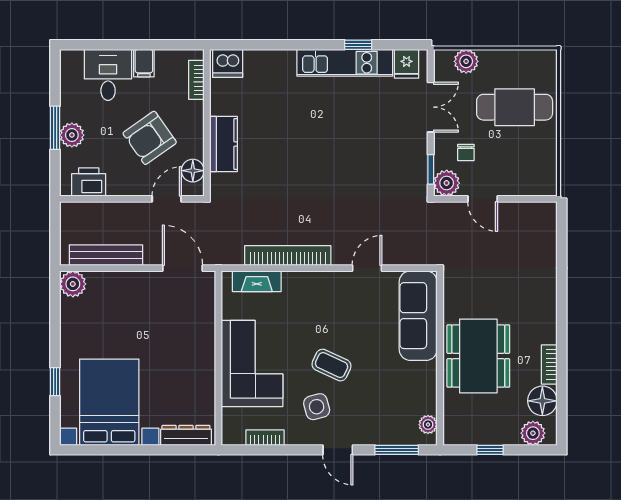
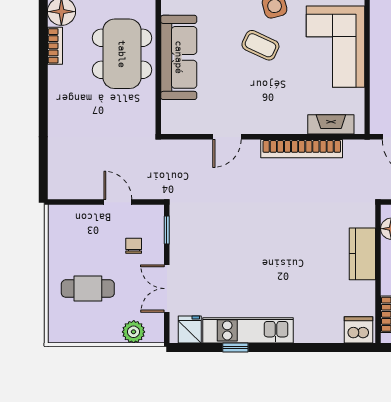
cafe table: (515, 107) -> (88, 289), width x0.73, depth x0.74
plant: (447, 183) -> (152, 217), removed
sofa: (418, 316) -> (179, 57), moved

